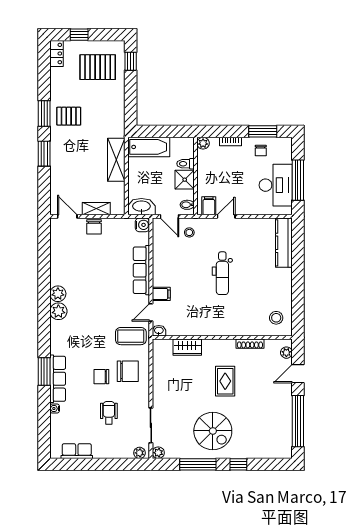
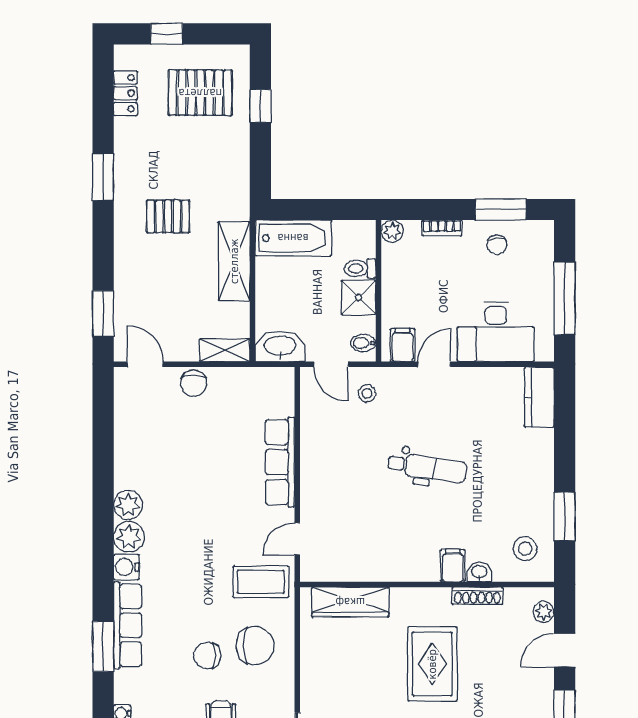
locker: (57, 54) -> (126, 93), moved
window: (131, 61) -> (260, 106), moved
pallet: (69, 116) -> (168, 216), moved
window: (44, 154) -> (103, 314), moved
desk: (276, 185) -> (496, 332), moved, turned 90
shelving: (96, 209) -> (225, 350), moved
water cooler: (142, 225) -> (126, 567), moved, turned 180
kitchen counter: (284, 243) -> (539, 397), width x0.67
dental chair: (222, 273) -> (427, 468), turned -82
filing cabinet: (161, 294) -> (453, 566), moved, turned -90
window: (298, 300) -> (565, 516), added
washbasin: (159, 331) -> (479, 572), moved
wardrobe: (187, 347) -> (350, 602), width x1.50
row of seats: (58, 379) -> (128, 625), moved
rug: (225, 381) -> (432, 664), width x1.36, depth x1.43

